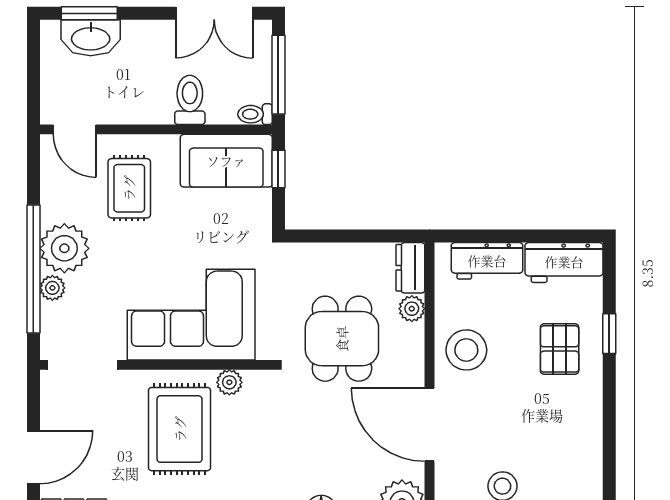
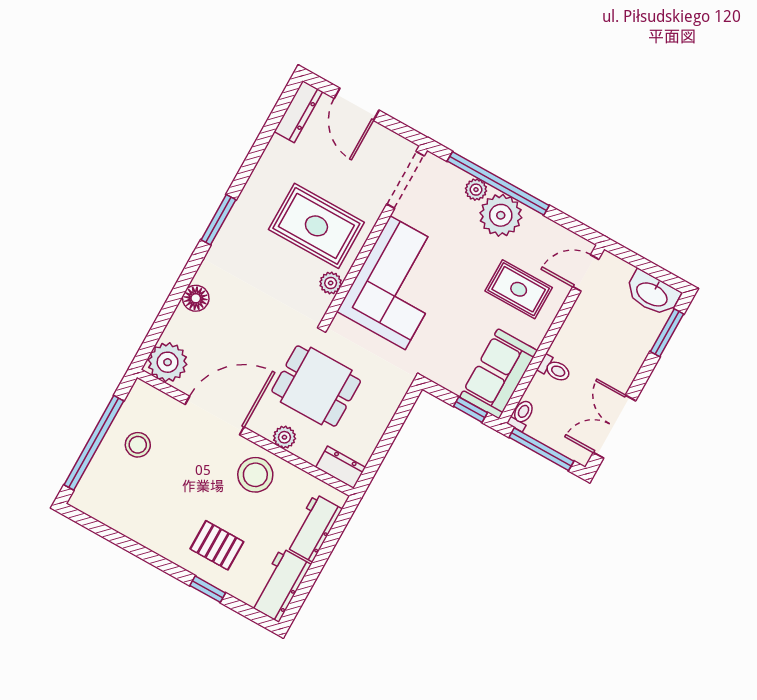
washbasin: (91, 38) -> (652, 294), moved, turned -90
toilet: (190, 100) -> (554, 369), width x0.73, depth x0.72
plant: (412, 309) -> (284, 437), moved

